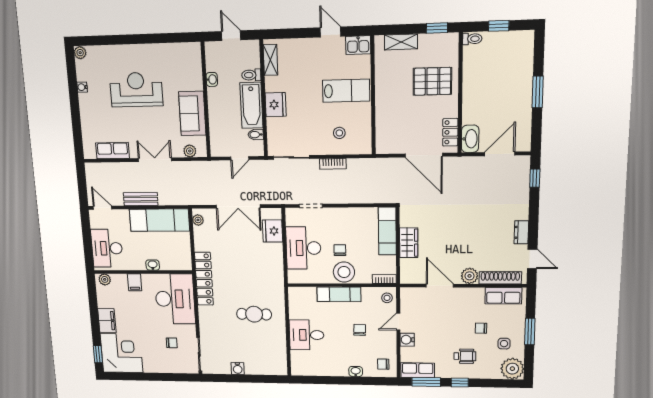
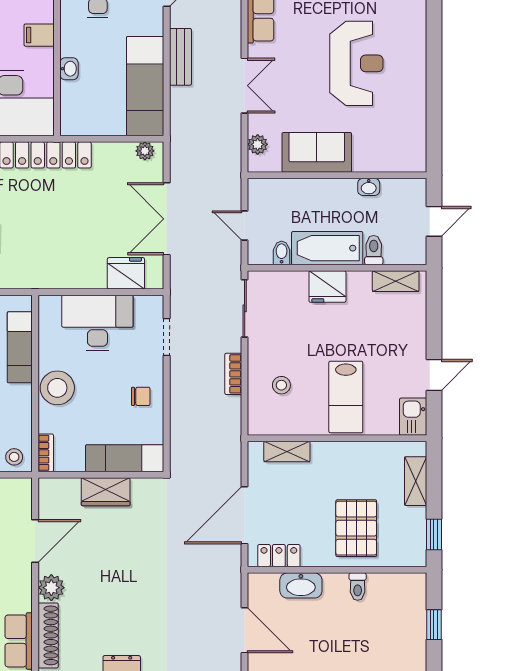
toilet: (472, 39) -> (358, 587), moved
shelving: (382, 128) -> (287, 452), added
washbasin: (470, 139) -> (301, 585), moved
chair: (340, 250) -> (141, 396), moved
exam couch: (339, 294) -> (20, 347), moved

